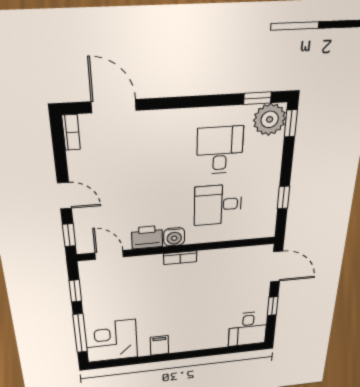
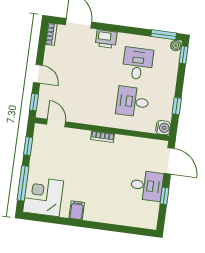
window: (257, 98) -> (164, 35), width x1.50
plant: (270, 119) -> (176, 46), width x0.53, depth x0.53
printer: (147, 237) -> (106, 39), moved, turned 180
water cooler: (174, 237) -> (163, 128), moved, turned -90
desk: (248, 329) -> (147, 186), moved, turned -90

